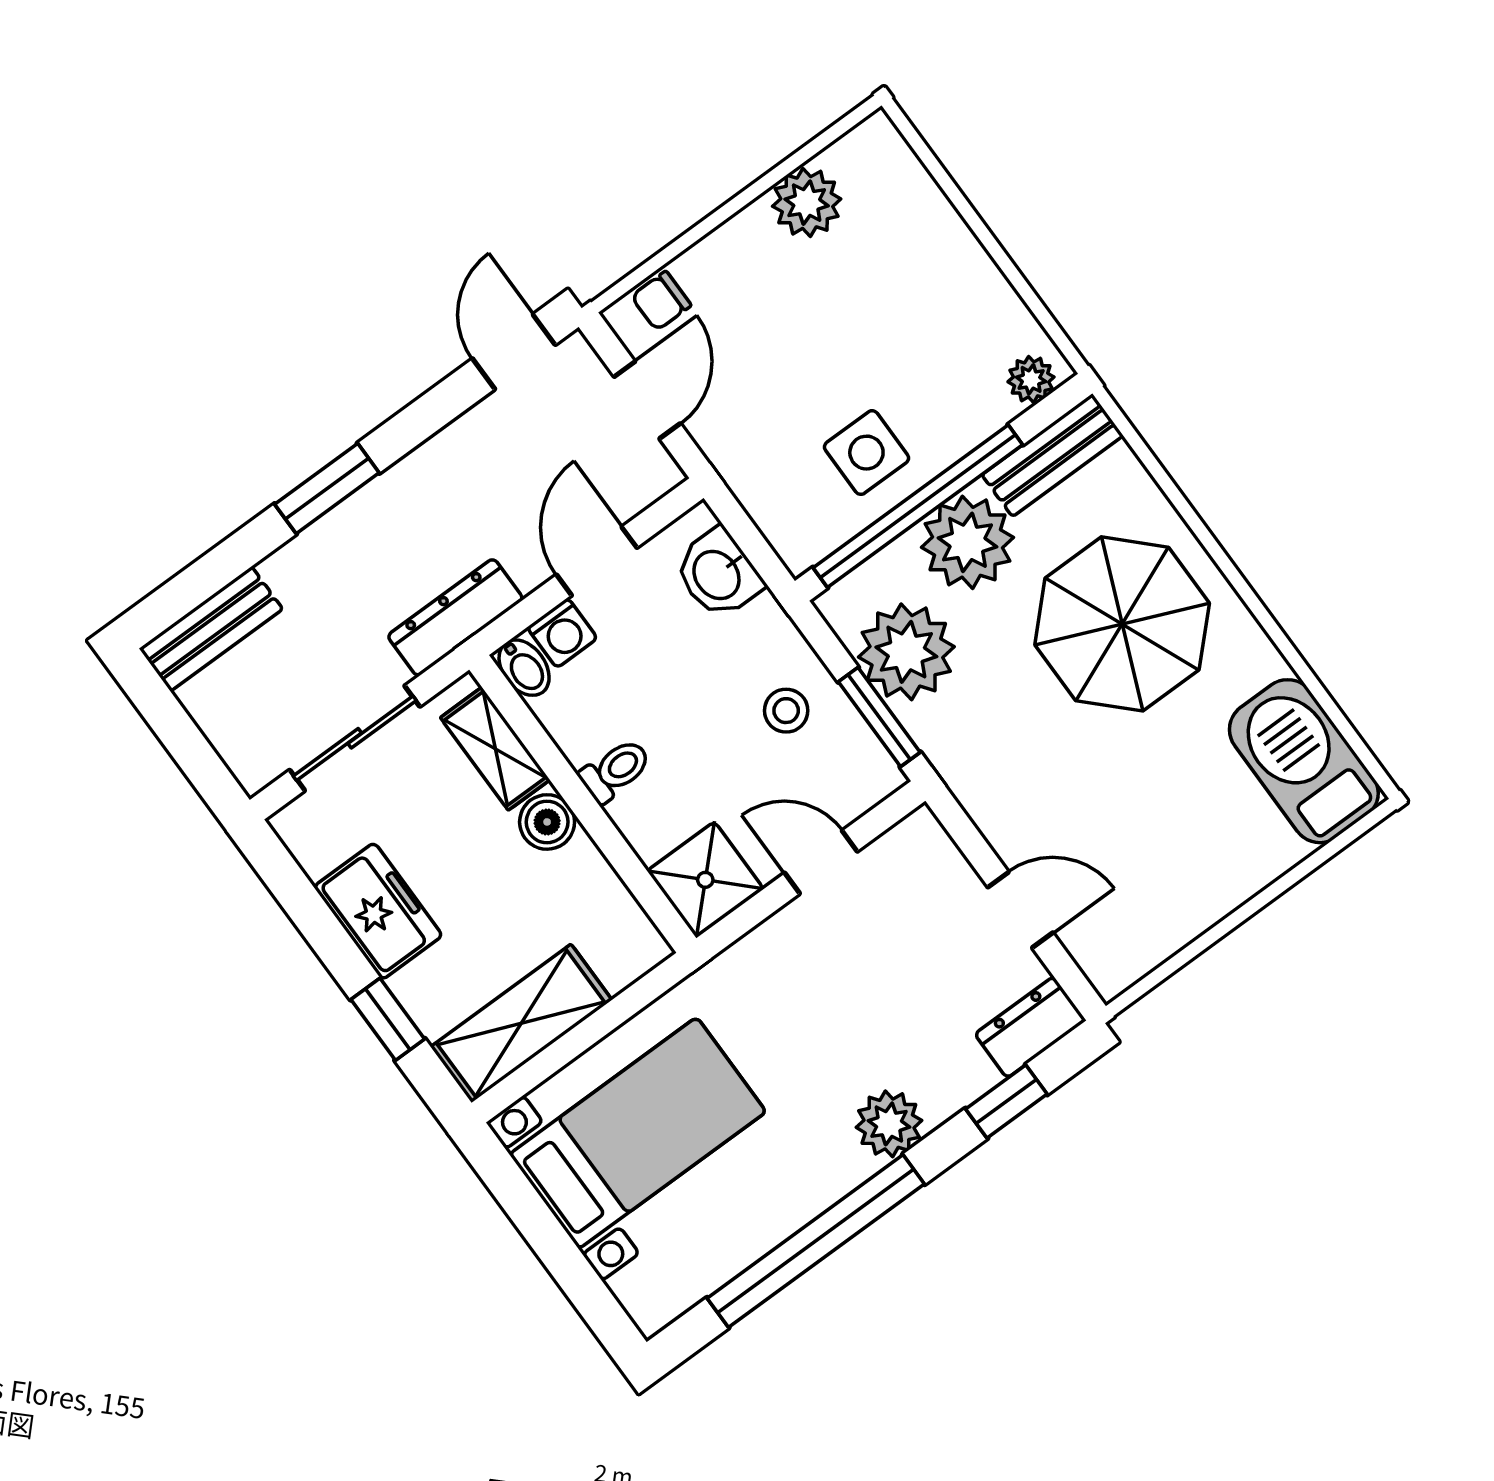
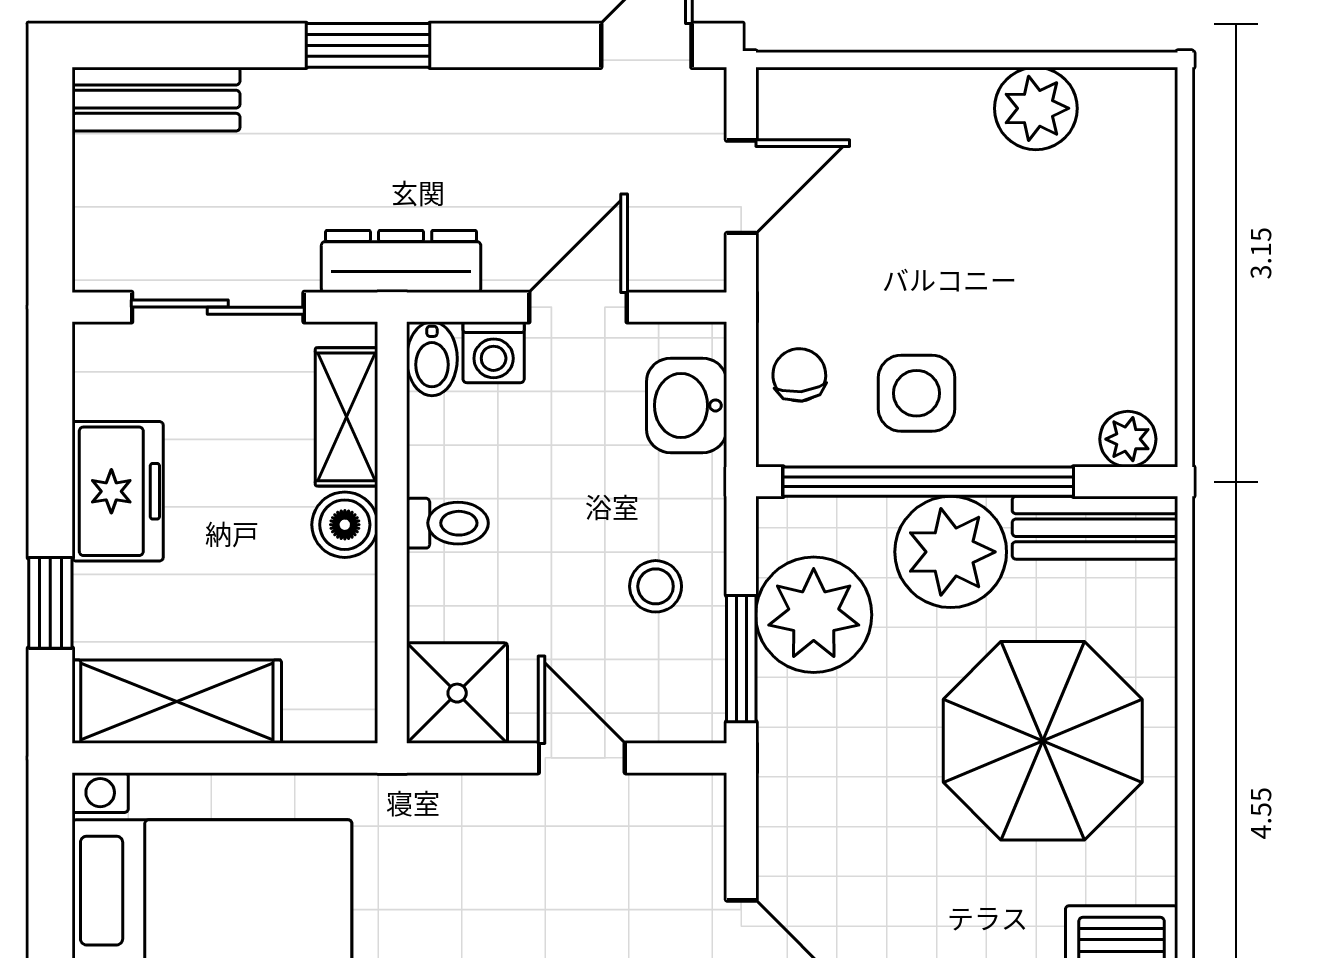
chair: (661, 301) -> (799, 375), moved, turned 84

